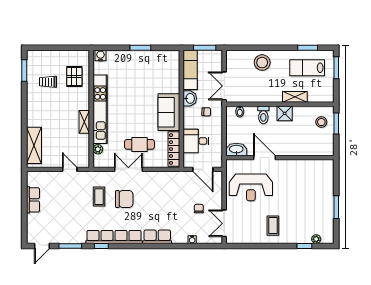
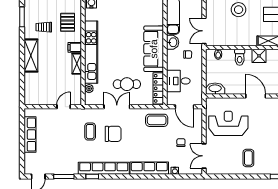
filing cabinet: (82, 104) -> (75, 47), added
sofa: (169, 112) -> (154, 49), width x1.36
shelving: (34, 145) -> (31, 56), moved
door: (265, 158) -> (256, 96), moved
door: (70, 169) -> (64, 107), hinge flipped
coffee table: (172, 184) -> (157, 120), added
reception desk: (251, 187) -> (228, 123), turned 180
row of seats: (33, 200) -> (30, 135), width x1.48
row of seats: (157, 237) -> (149, 168), width x1.48

